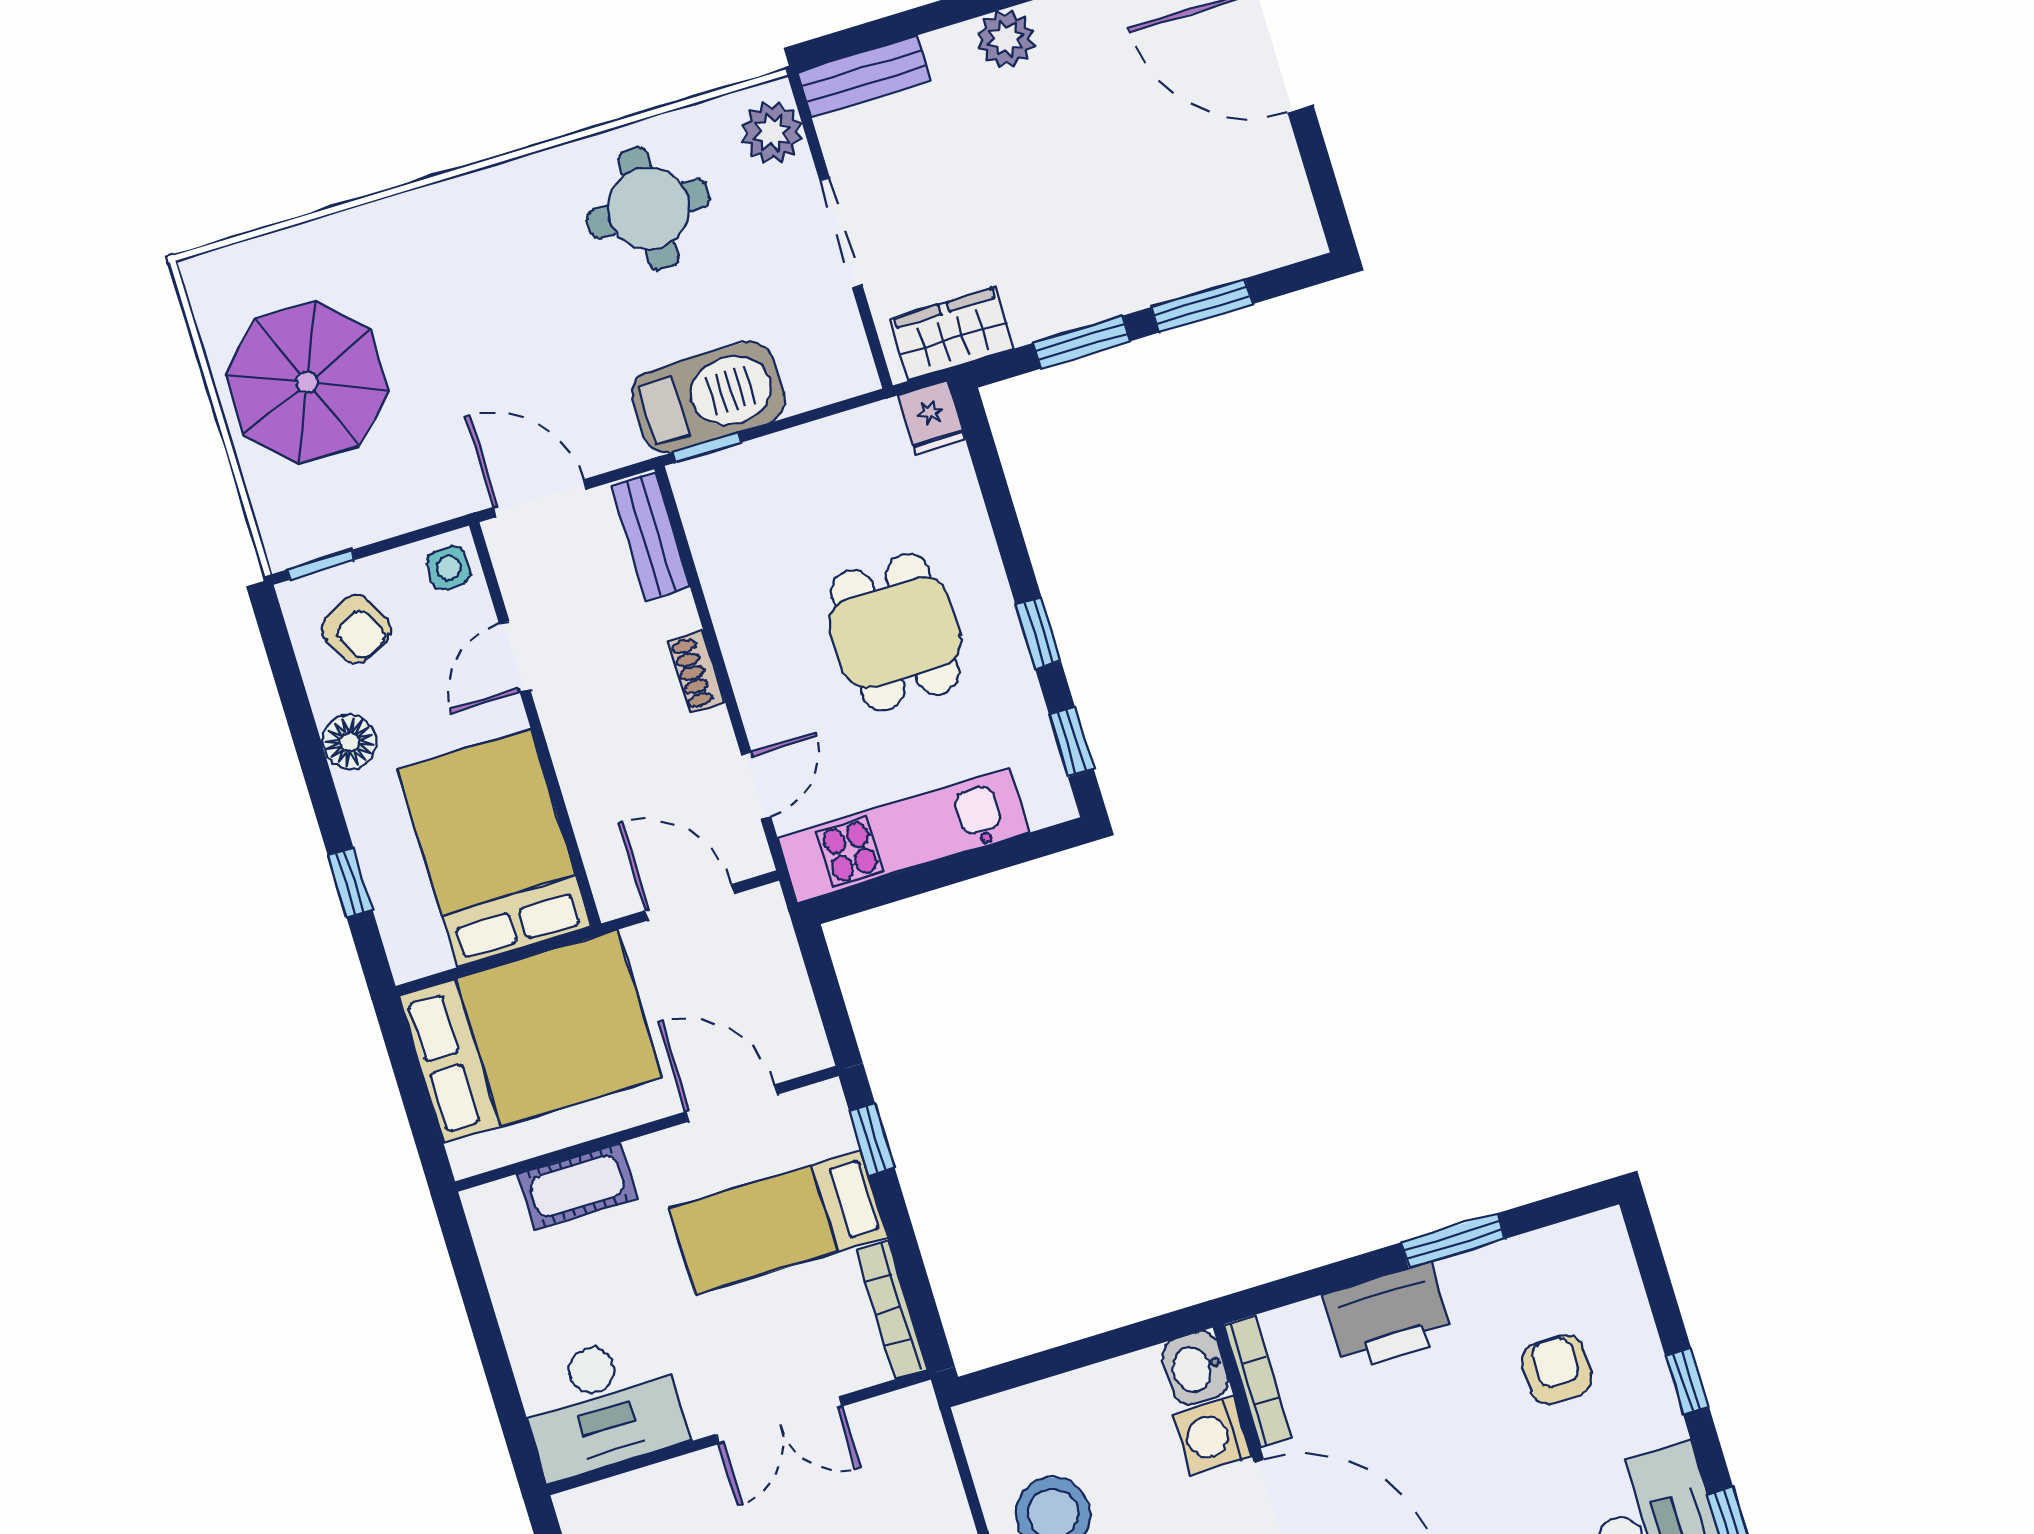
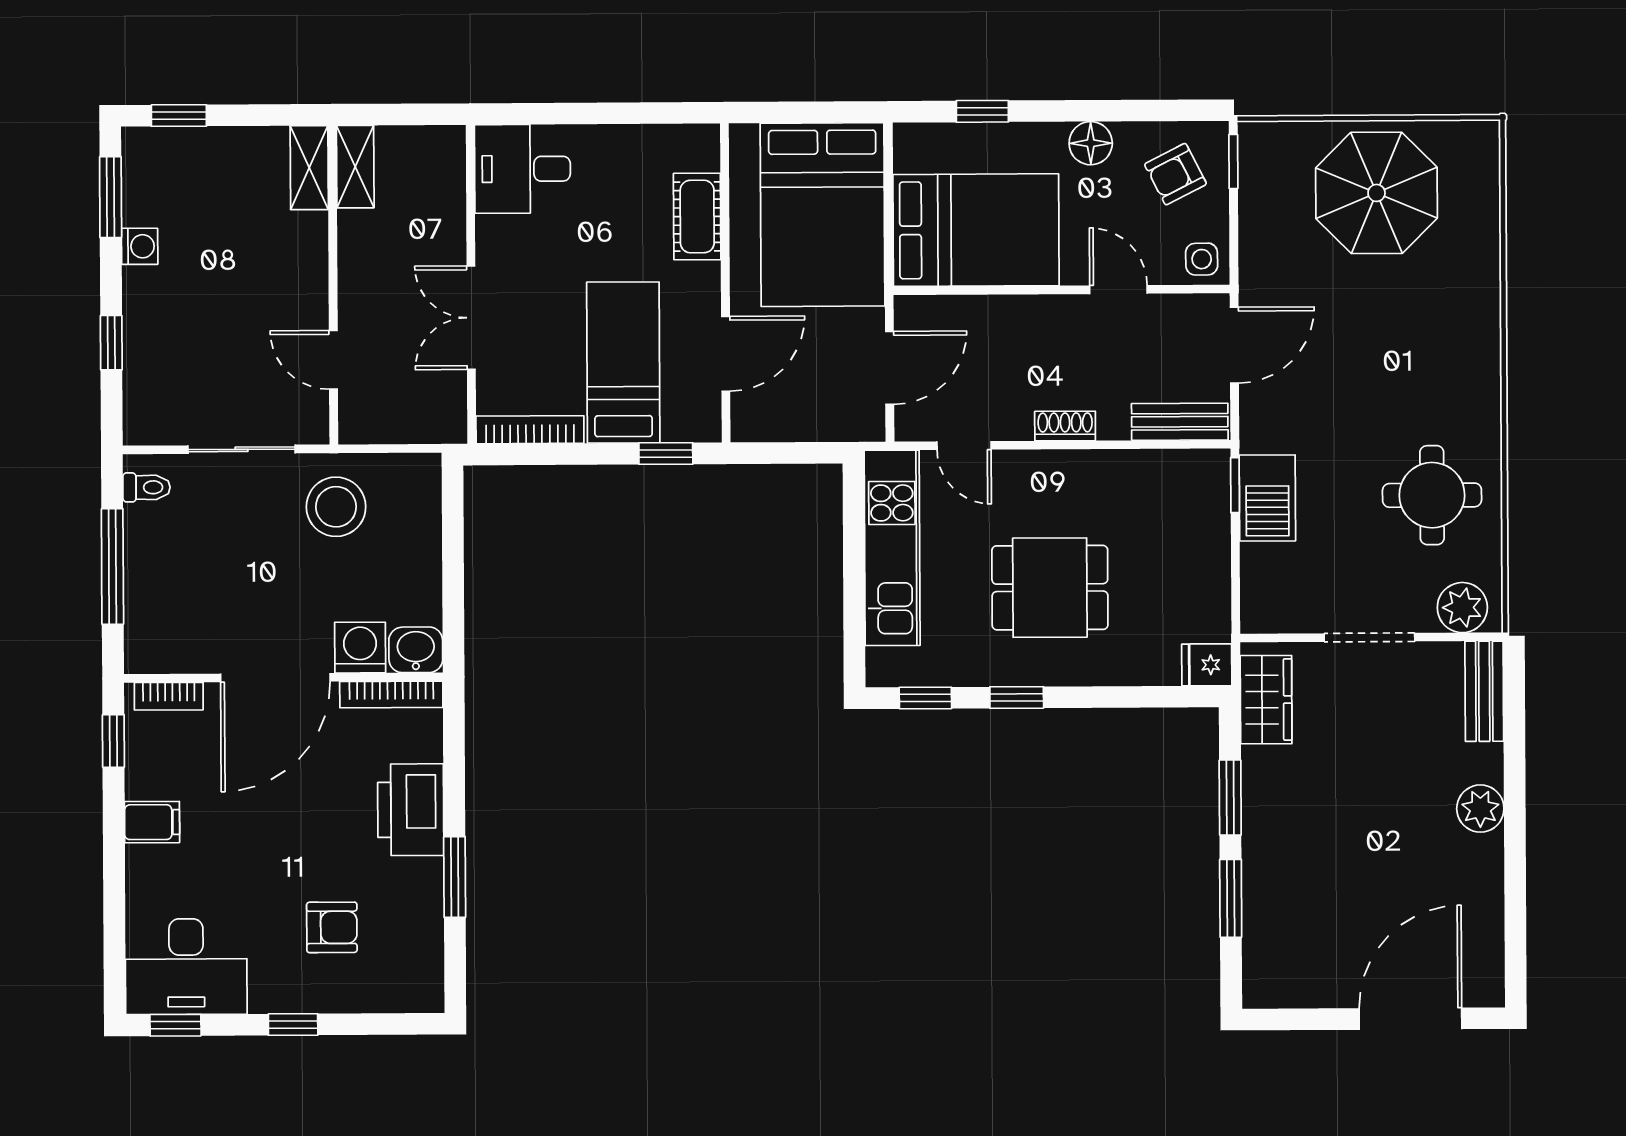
barbecue: (708, 397) -> (1267, 498), width x0.73, depth x0.83
desk: (602, 1406) -> (522, 169), width x0.73

